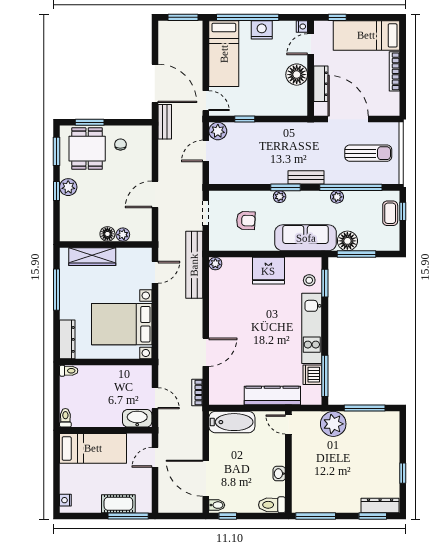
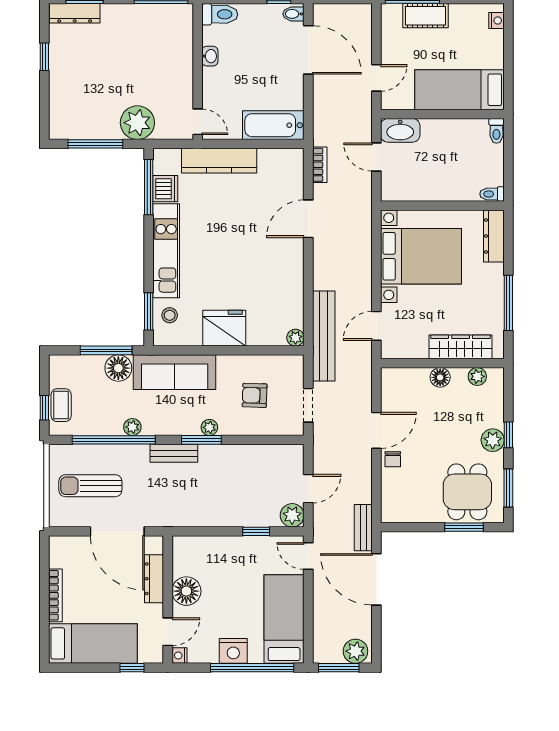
plant: (171, 30) -> (355, 651), added
chair: (120, 144) -> (393, 459), moved
plant: (123, 235) -> (477, 376), moved

